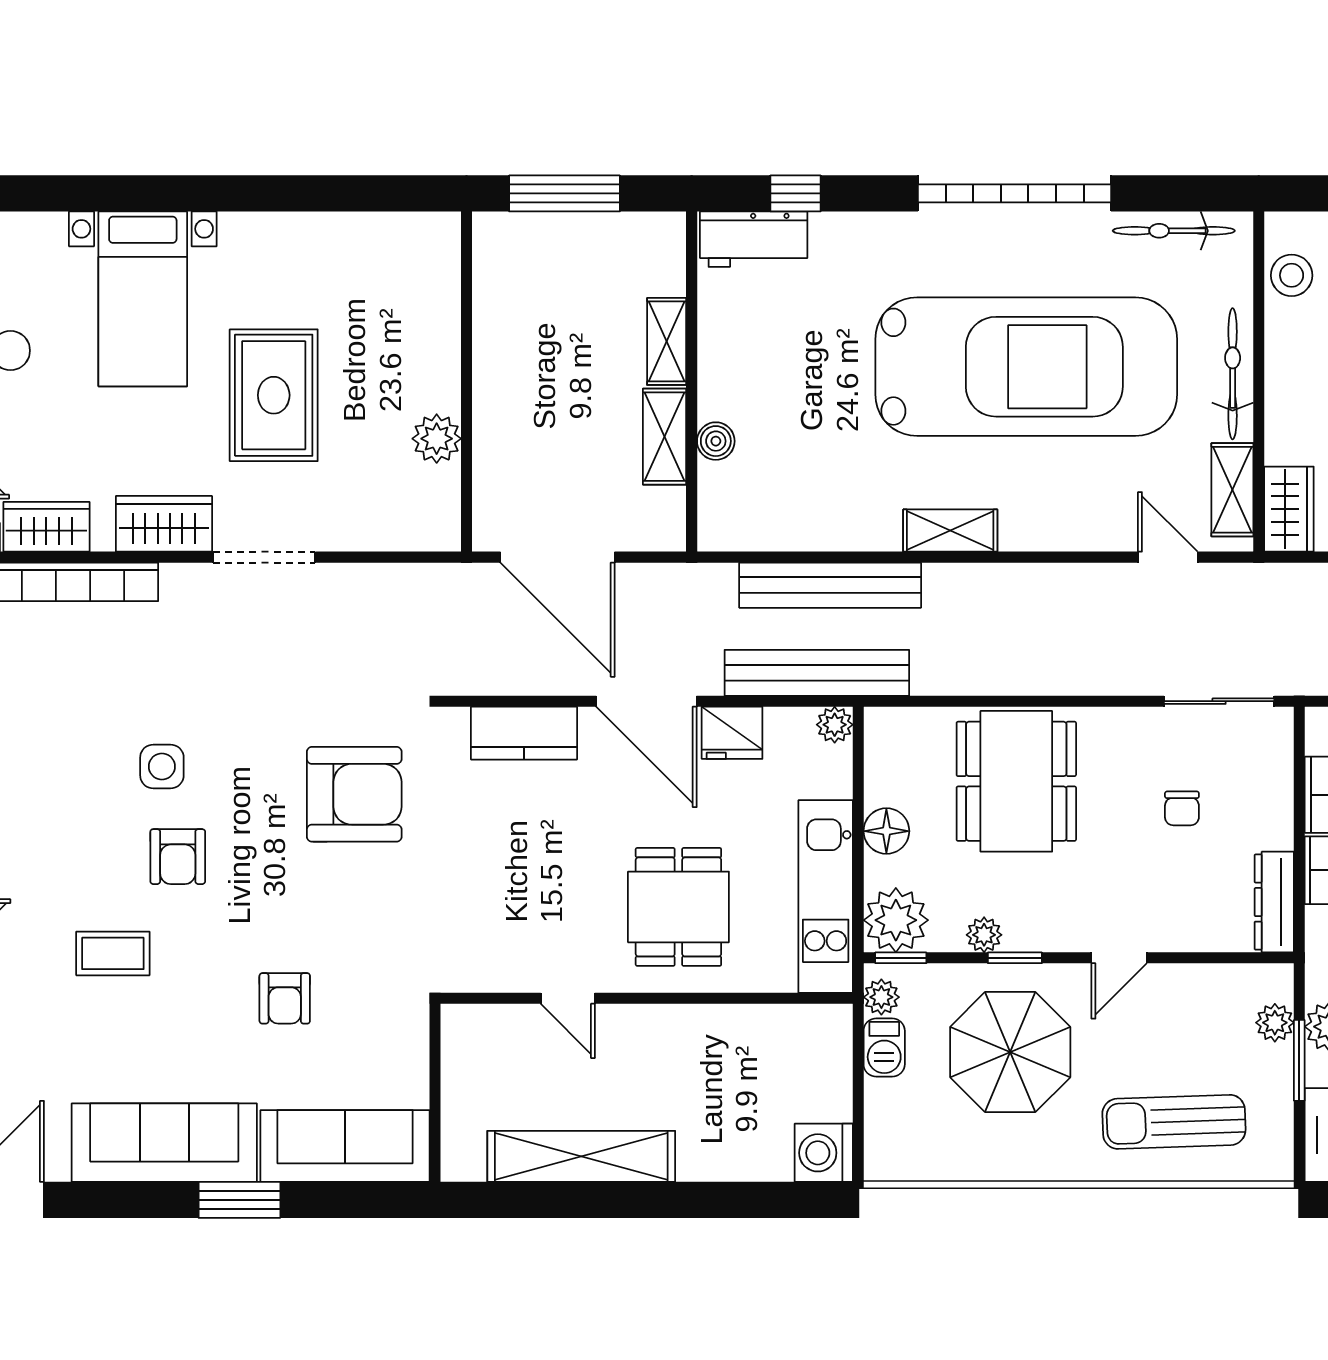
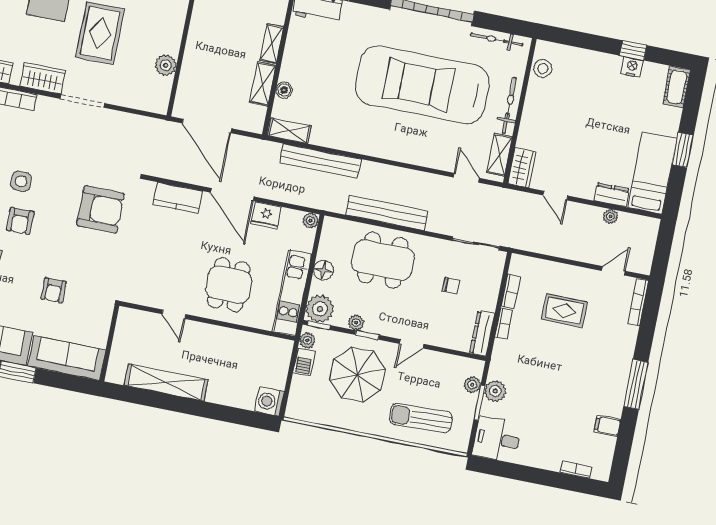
car: (1026, 367) -> (422, 85), turned 180
shelving: (950, 531) -> (289, 131), moved
bench: (817, 673) -> (387, 213), moved
dining table: (1016, 781) -> (383, 260), turned 90
chair: (1182, 808) -> (451, 286), turned -90

